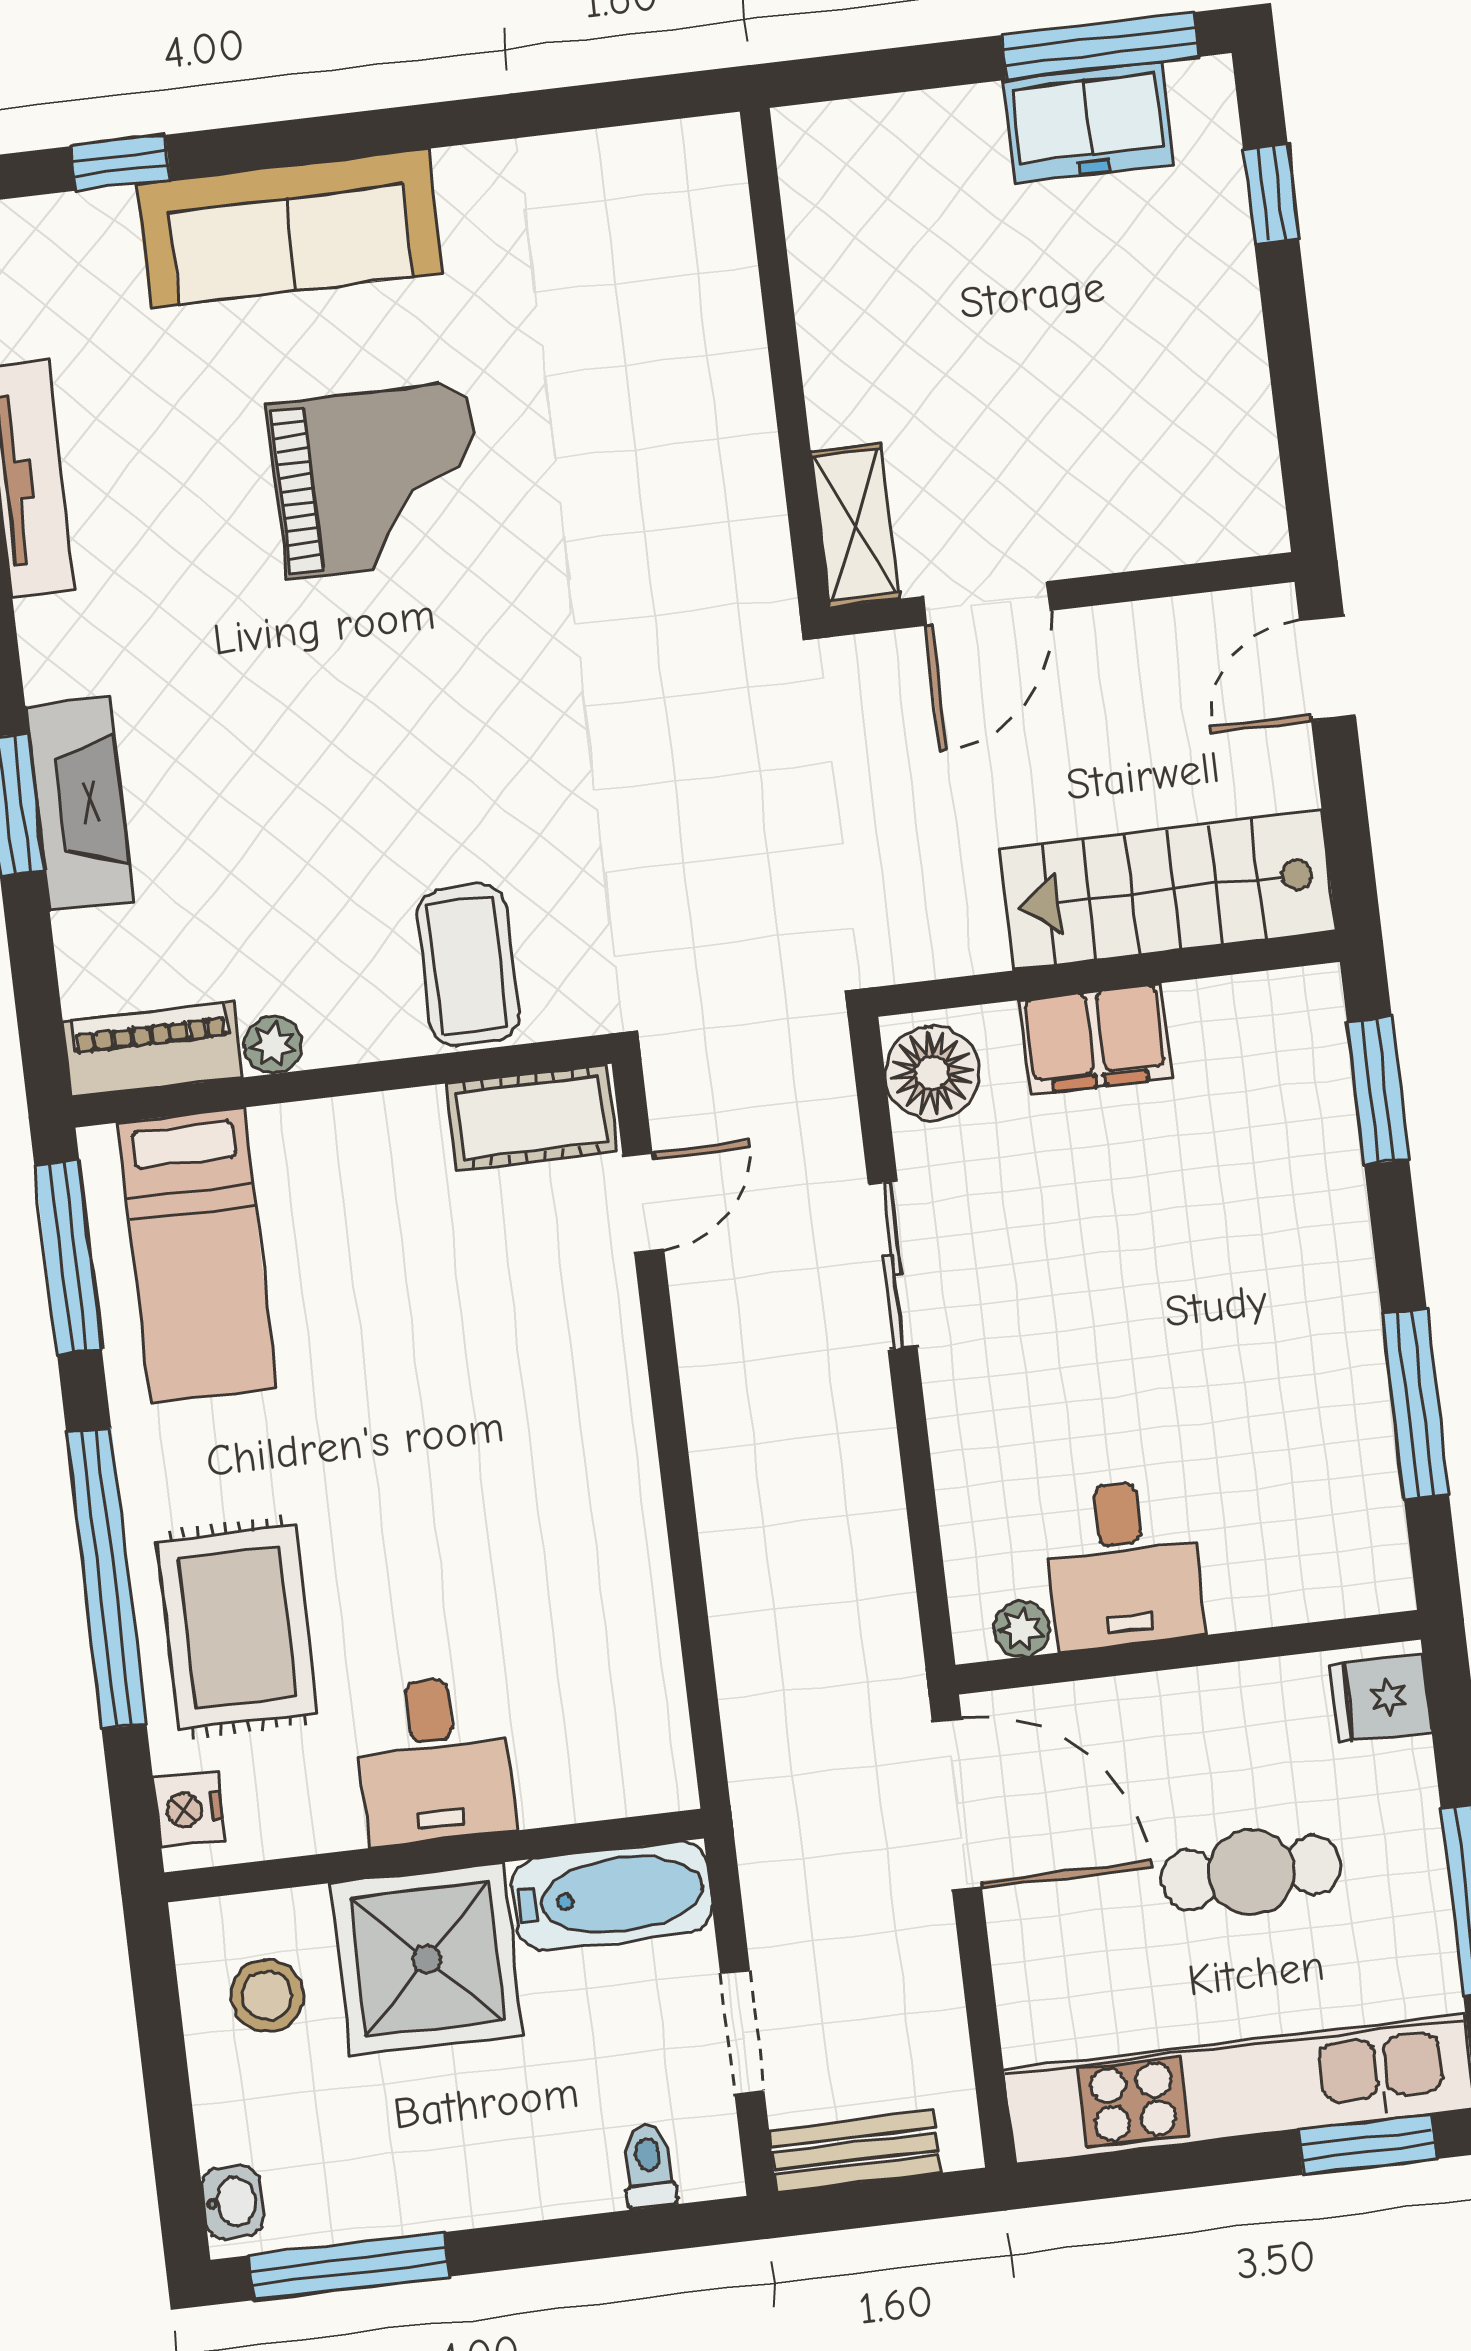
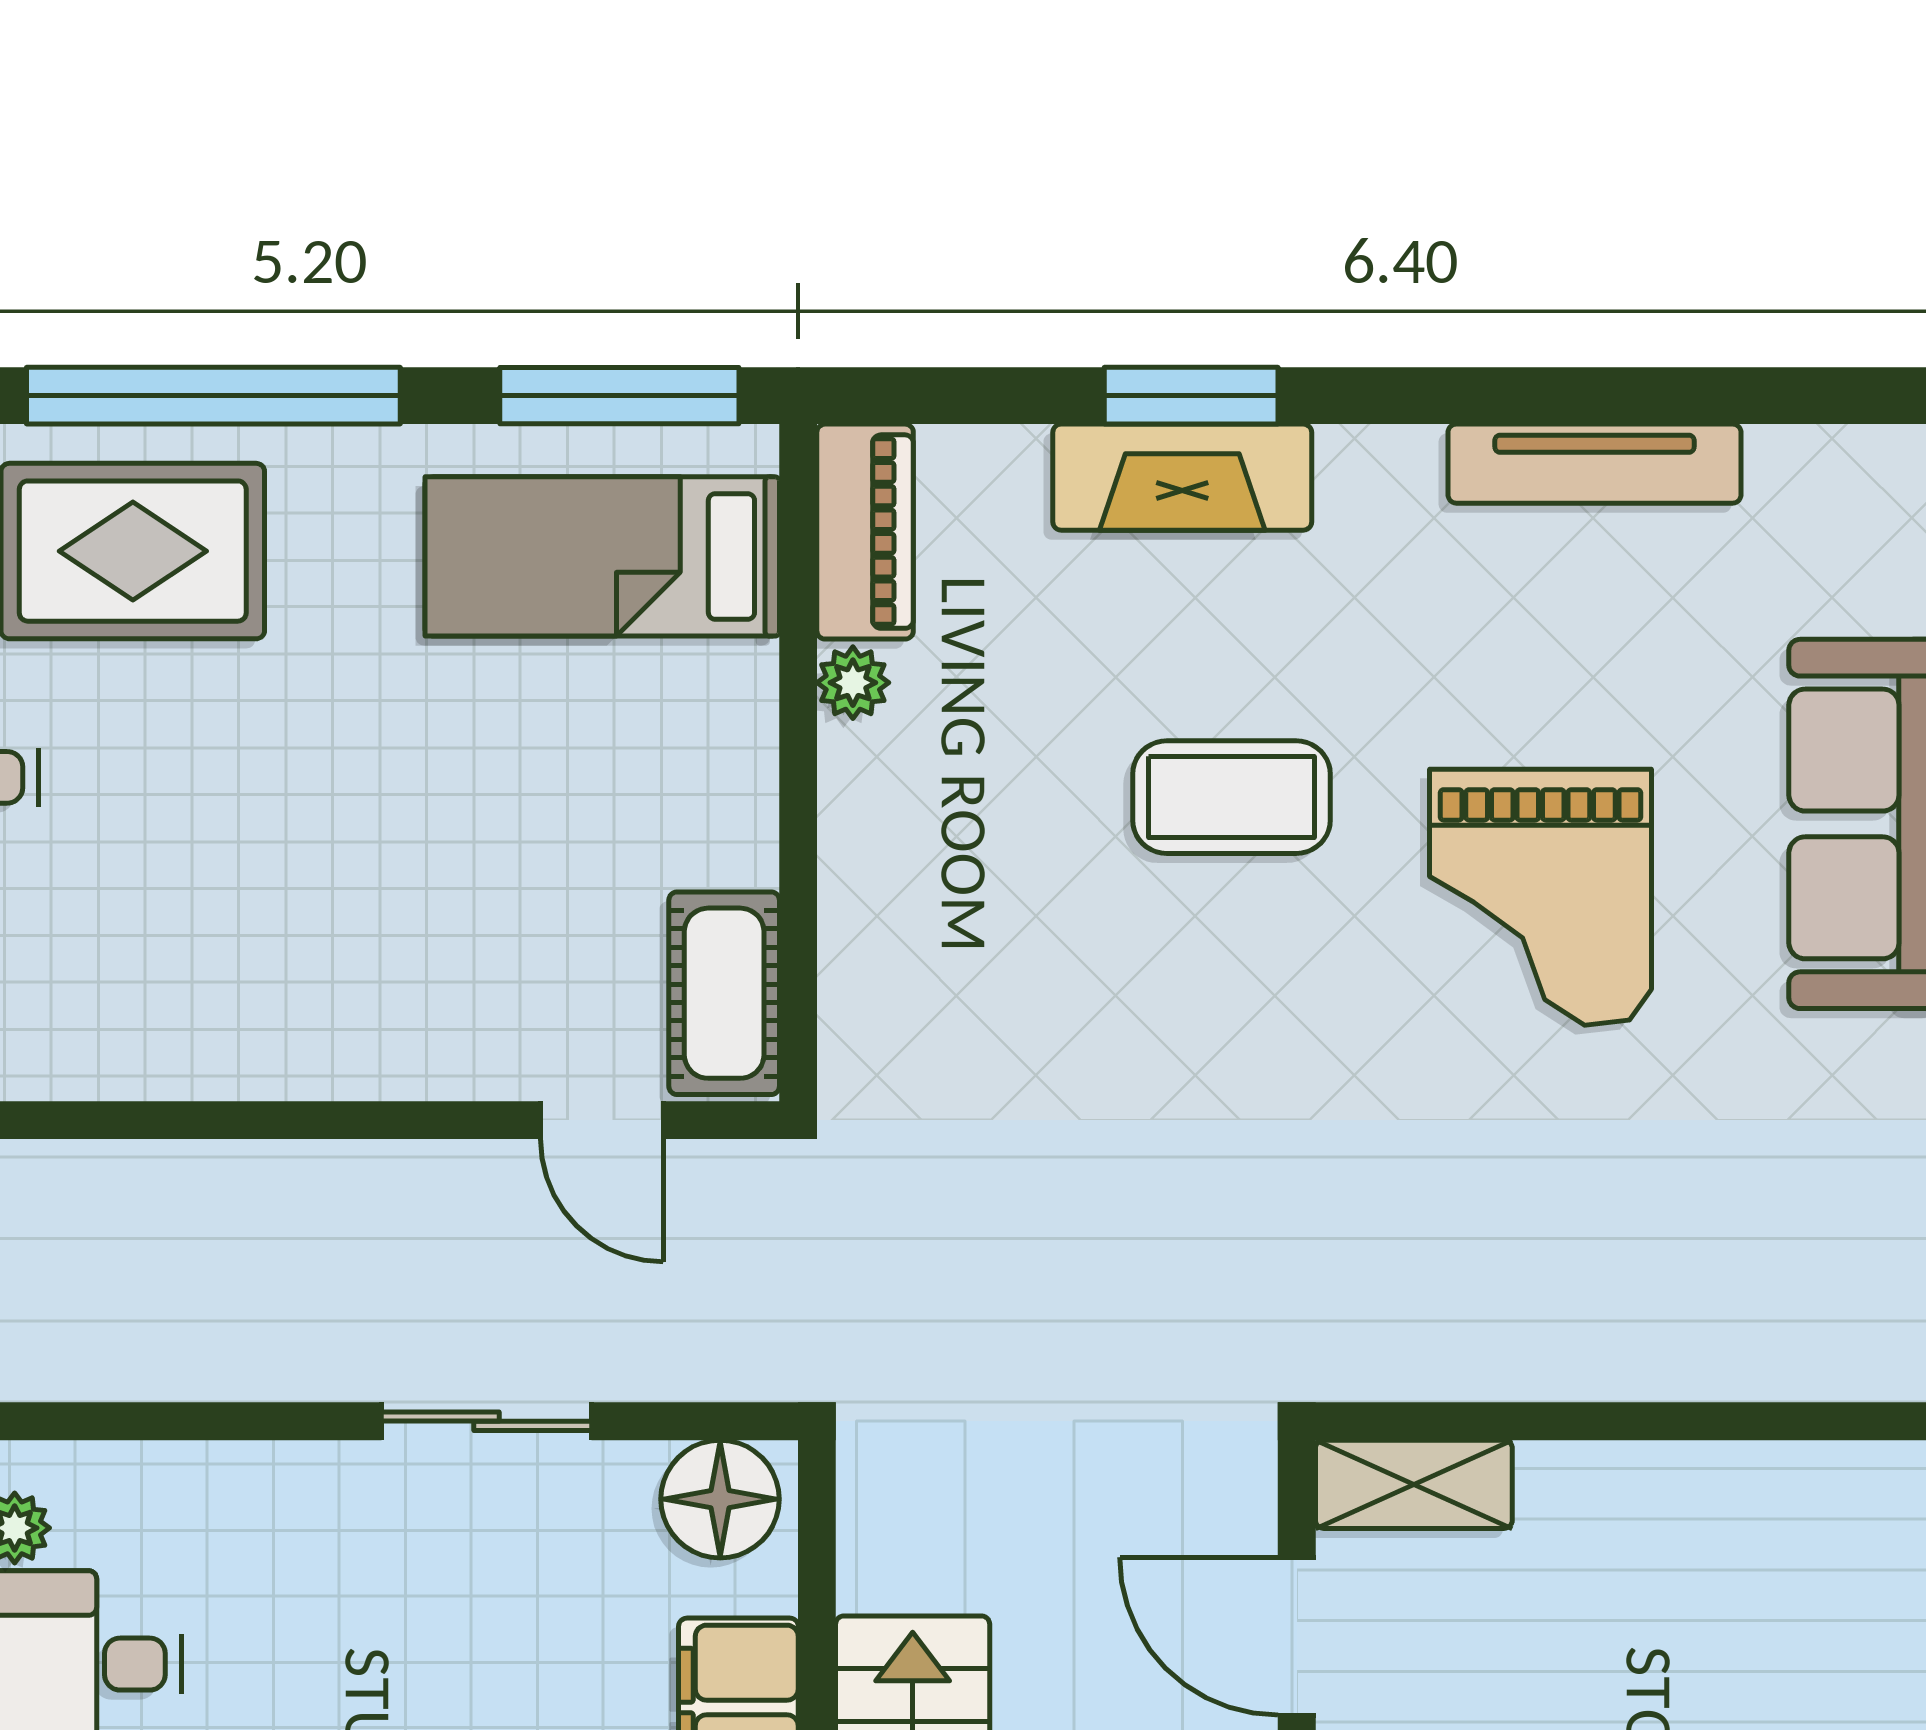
coffee table: (468, 965) -> (1231, 797), moved

